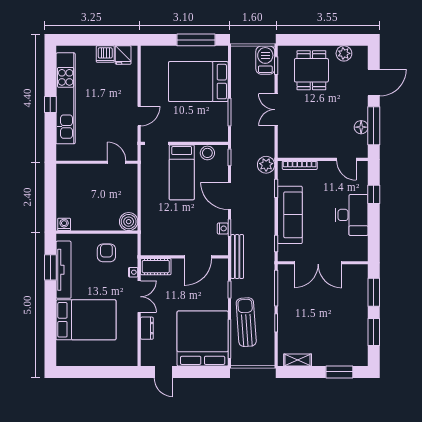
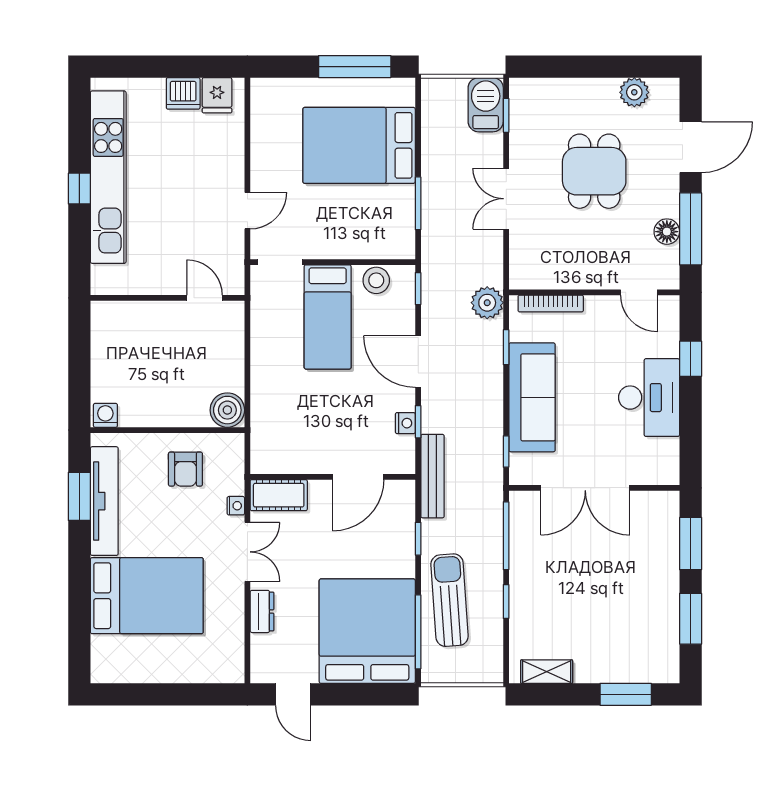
dining table: (311, 70) -> (594, 171), moved
armchair: (106, 253) -> (185, 469), turned 180

